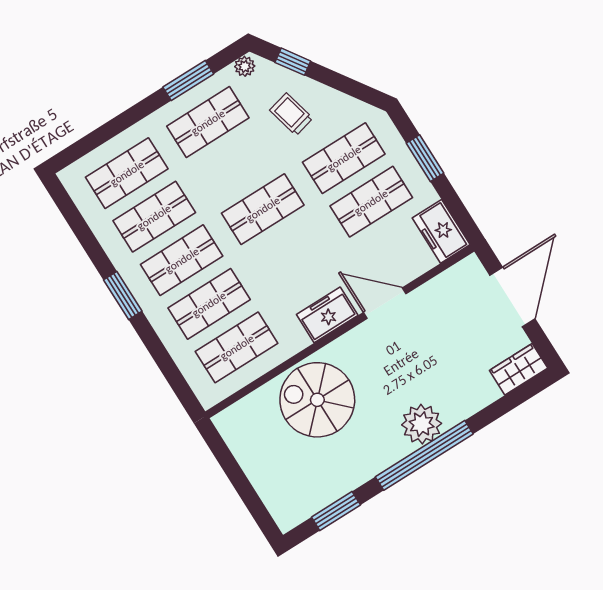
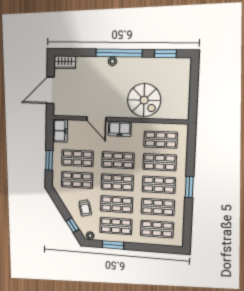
shop shelf: (235, 166) -> (117, 204), added
shop shelf: (290, 253) -> (118, 160), added
plant: (422, 424) -> (112, 61), width x0.53, depth x0.53

